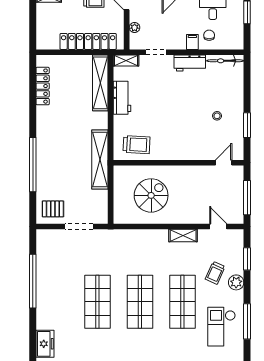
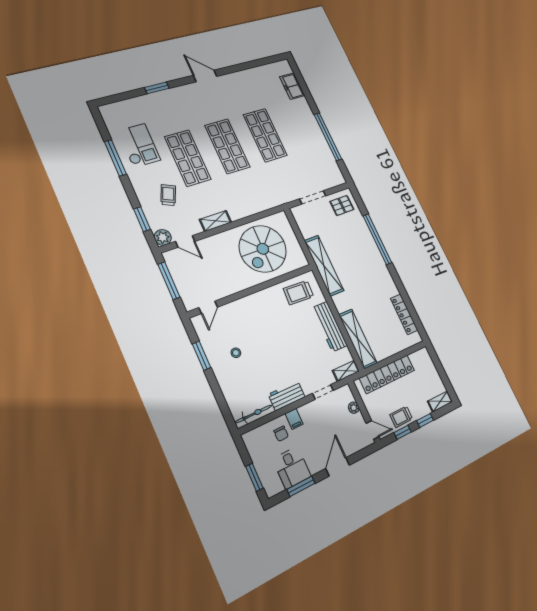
workbench: (122, 98) -> (330, 327), width x1.38
spiral stairs: (151, 195) -> (263, 249), width x1.37, depth x1.37
plant: (236, 282) -> (163, 237), moved

